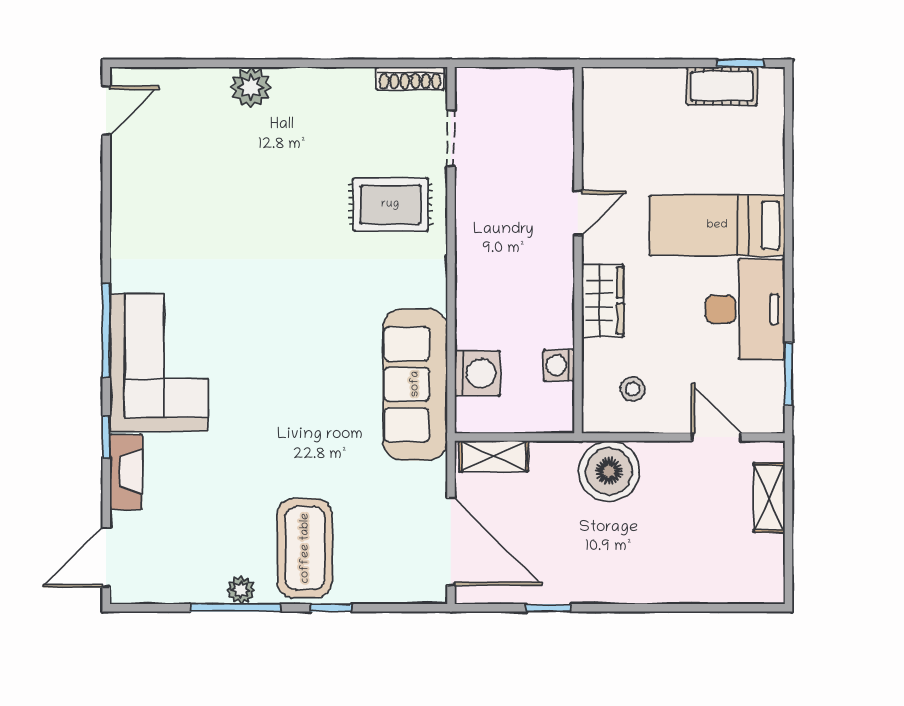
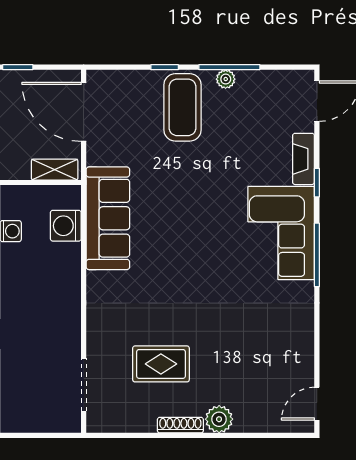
shoe rack: (410, 79) -> (180, 425), moved
doorway: (451, 138) -> (84, 385), width x1.38
rug: (390, 204) -> (161, 364), moved

